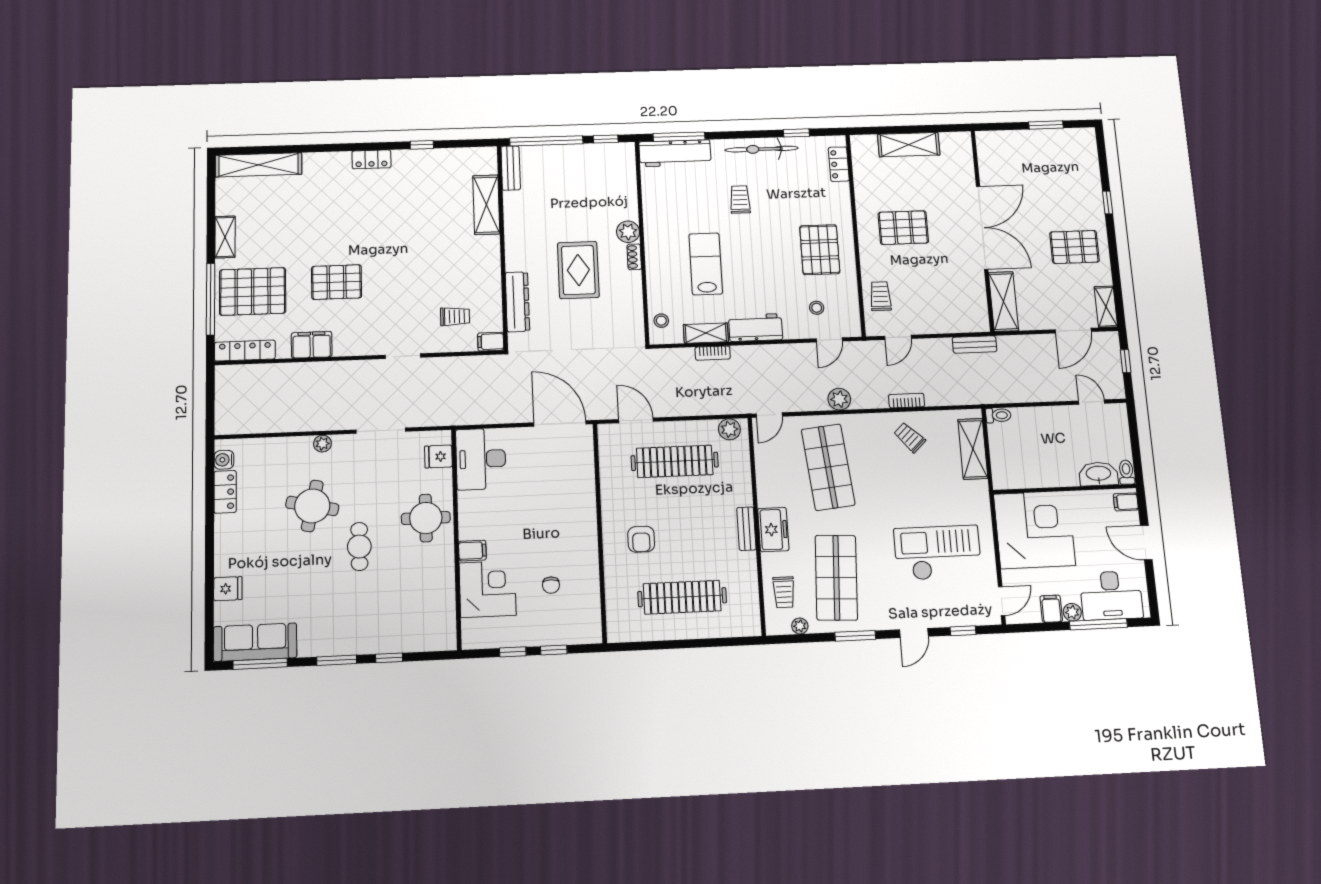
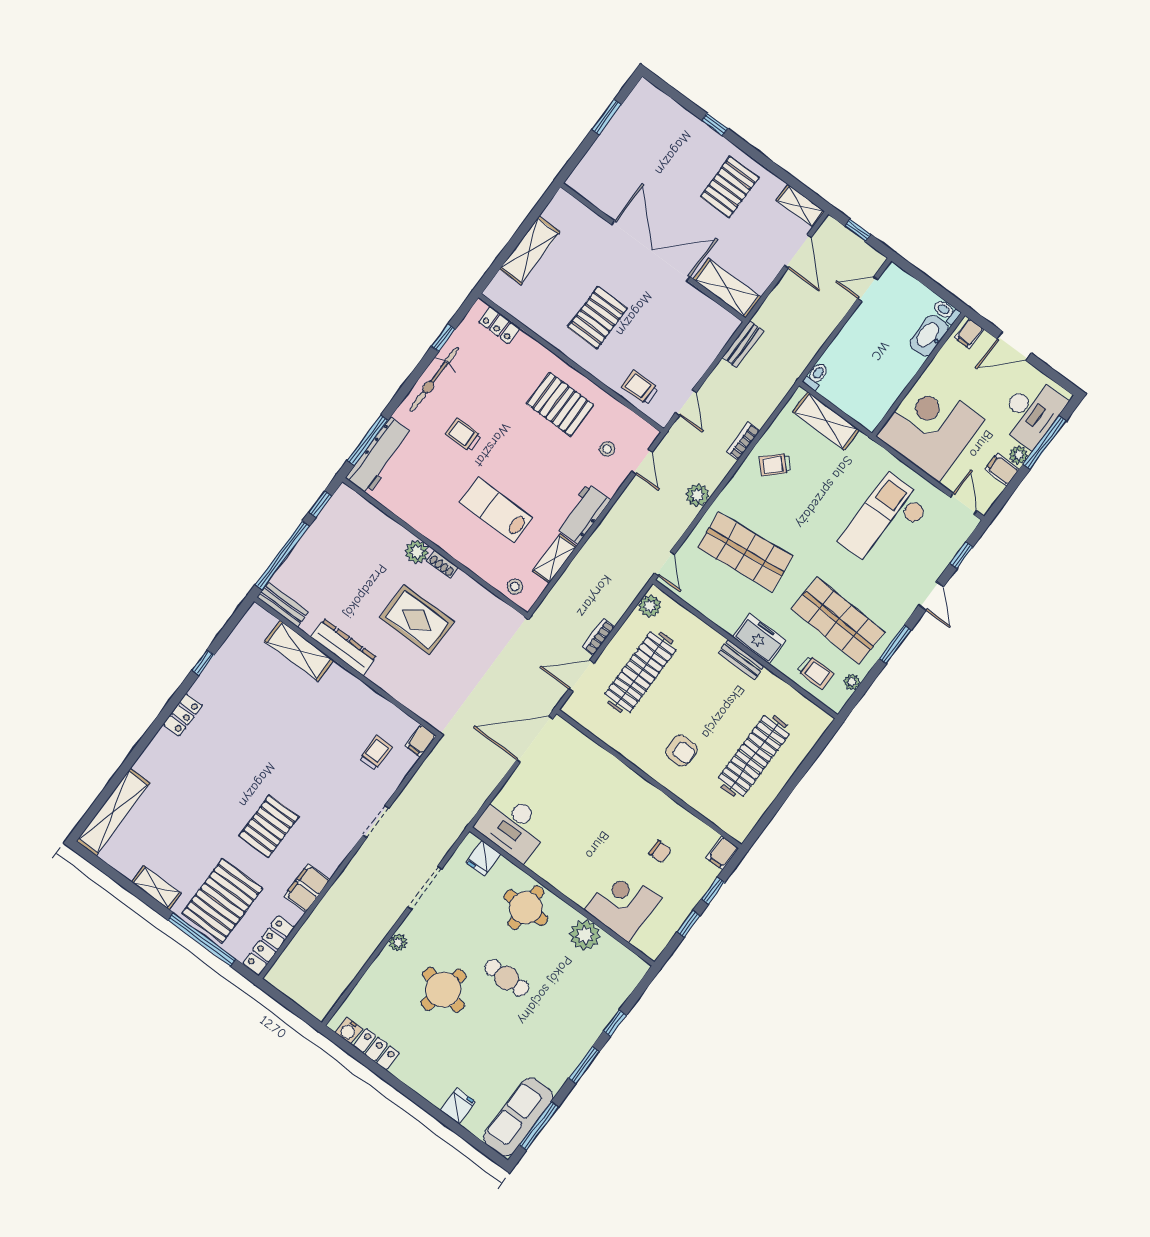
dresser: (517, 302) -> (343, 647), moved
bookcase: (713, 353) -> (598, 637), moved, turned 180
filing cabinet: (472, 551) -> (722, 853), moved, turned 180
plant: (440, 579) -> (585, 935), added

